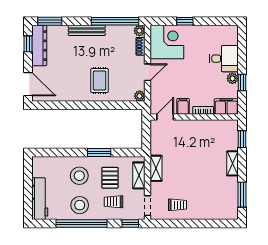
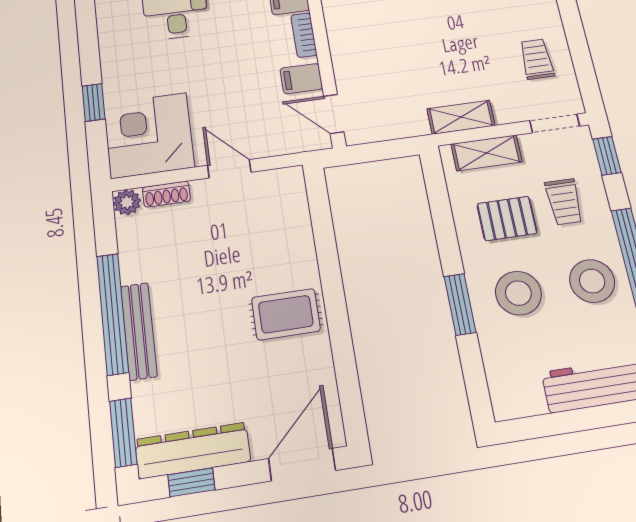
window: (115, 21) -> (113, 314), moved
rug: (100, 81) -> (286, 314), moved
plant: (140, 96) -> (291, 179), removed
window: (99, 153) -> (460, 304), moved

